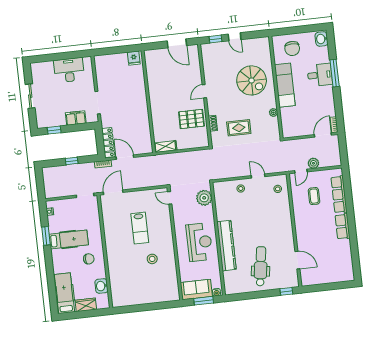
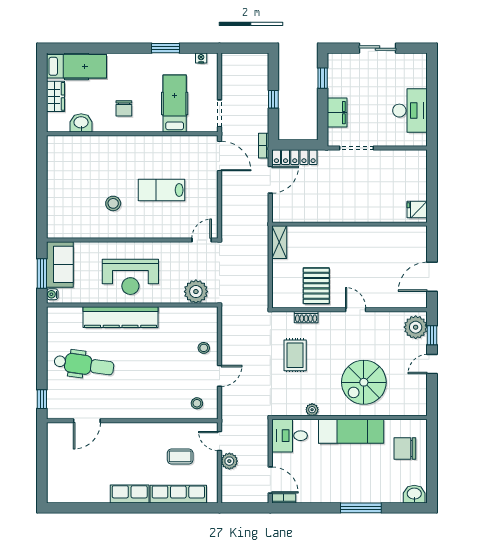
plant: (211, 50) -> (416, 327), added
desk: (320, 75) -> (290, 436), moved, turned 90
hospital bed: (69, 239) -> (175, 103), moved, turned 180

